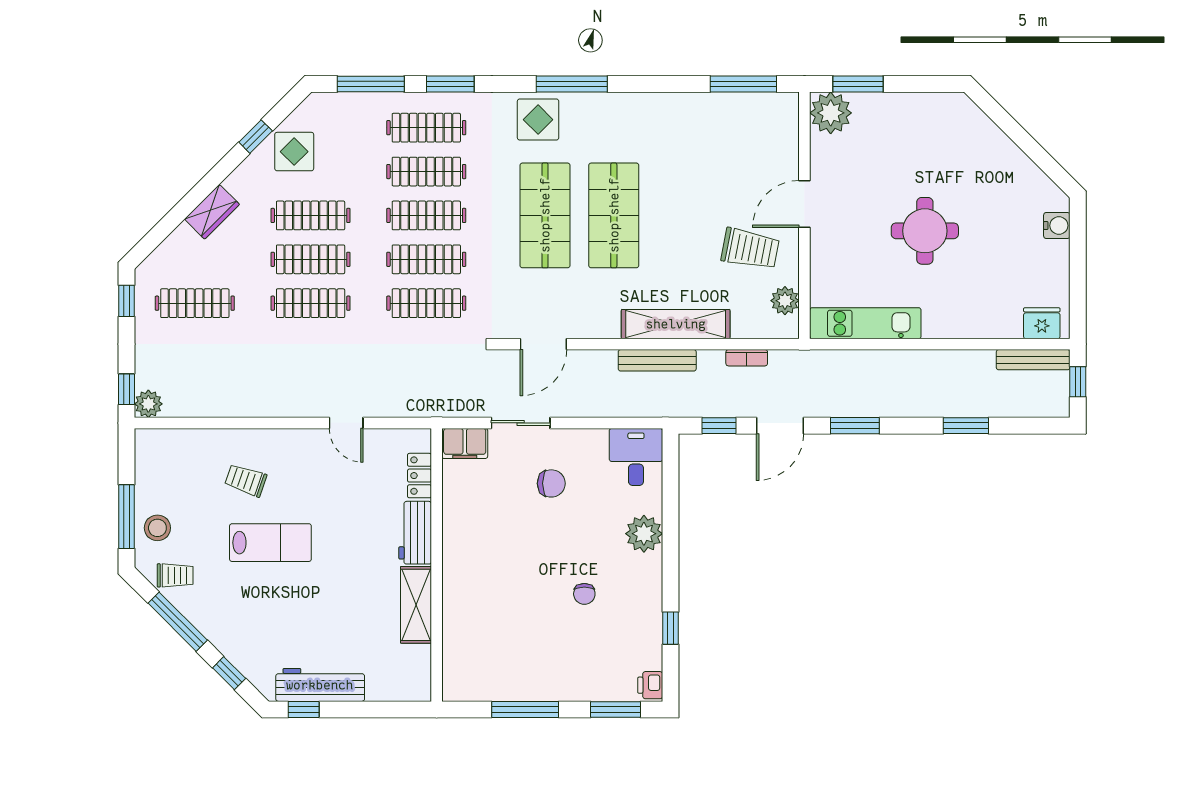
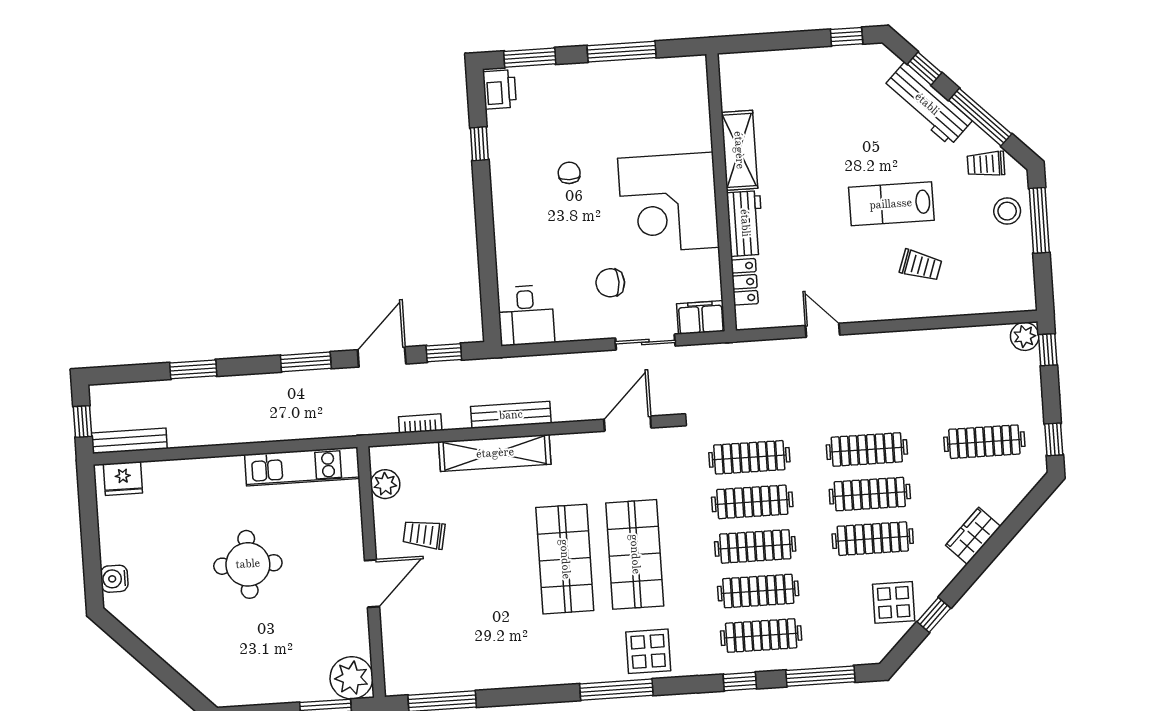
window: (450, 84) -> (740, 681), width x0.67
trolley: (750, 249) -> (424, 534), width x0.73, depth x0.72
plant: (644, 534) -> (513, 238), removed
corner desk: (489, 558) -> (668, 203), added
workbench: (320, 685) -> (927, 104), moved, turned 45
printer: (650, 685) -> (500, 89), width x1.36, depth x1.24

